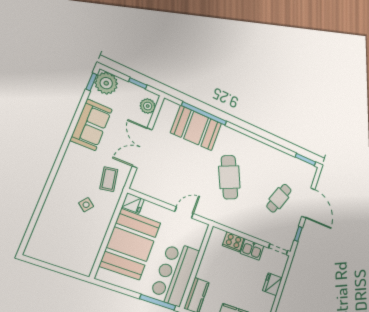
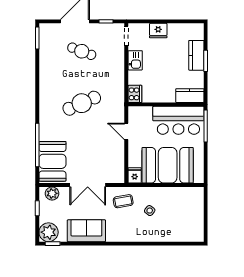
booth: (196, 128) -> (52, 161), moved
cooker: (233, 242) -> (135, 94), moved

